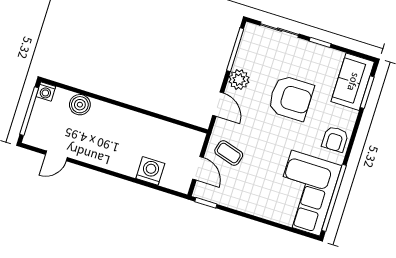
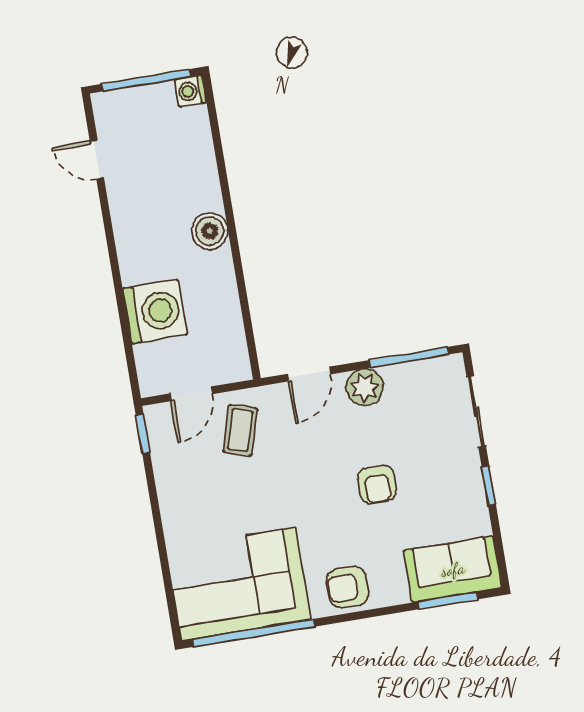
armchair: (291, 98) -> (377, 484), width x0.53, depth x0.53
boiler: (80, 105) -> (210, 231), moved
washing machine: (150, 171) -> (155, 312), width x1.37, depth x1.37

